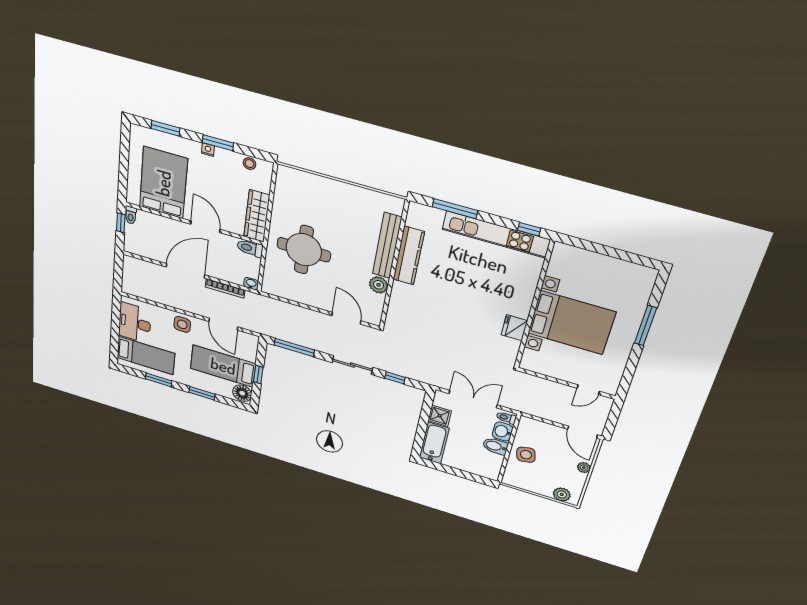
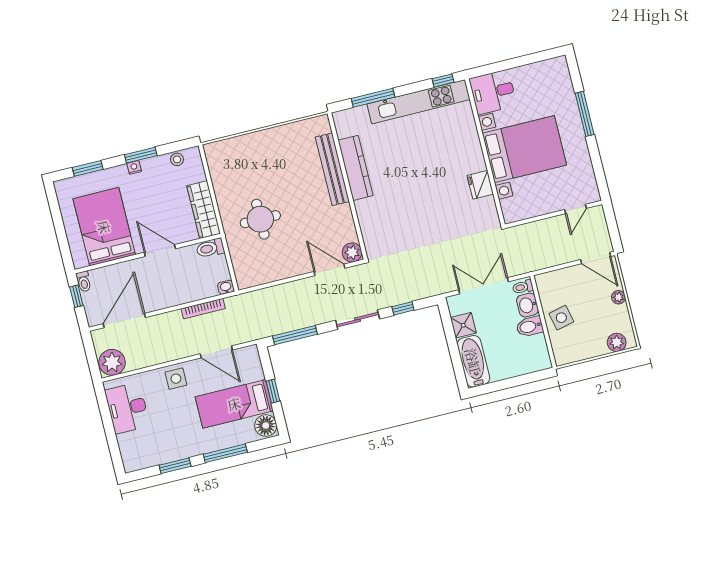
round table: (304, 250) -> (260, 219), width x0.73, depth x0.73
desk: (571, 263) -> (493, 92), added
door: (185, 271) -> (124, 321), moved
plant: (379, 285) -> (352, 252), moved
plant: (134, 286) -> (112, 362), added
bed: (146, 356) -> (152, 443), removed
window: (202, 393) -> (225, 453), width x1.44

